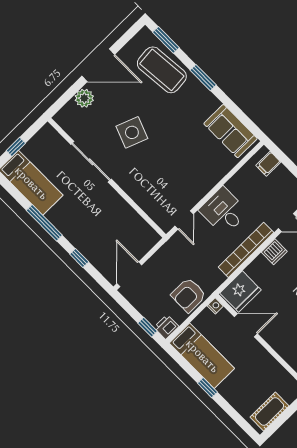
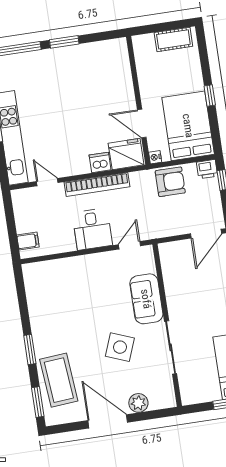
sofa: (231, 131) -> (146, 299), moved, turned 180
dishwasher: (274, 252) -> (100, 162), moved
bed: (202, 356) -> (188, 126), width x1.50

